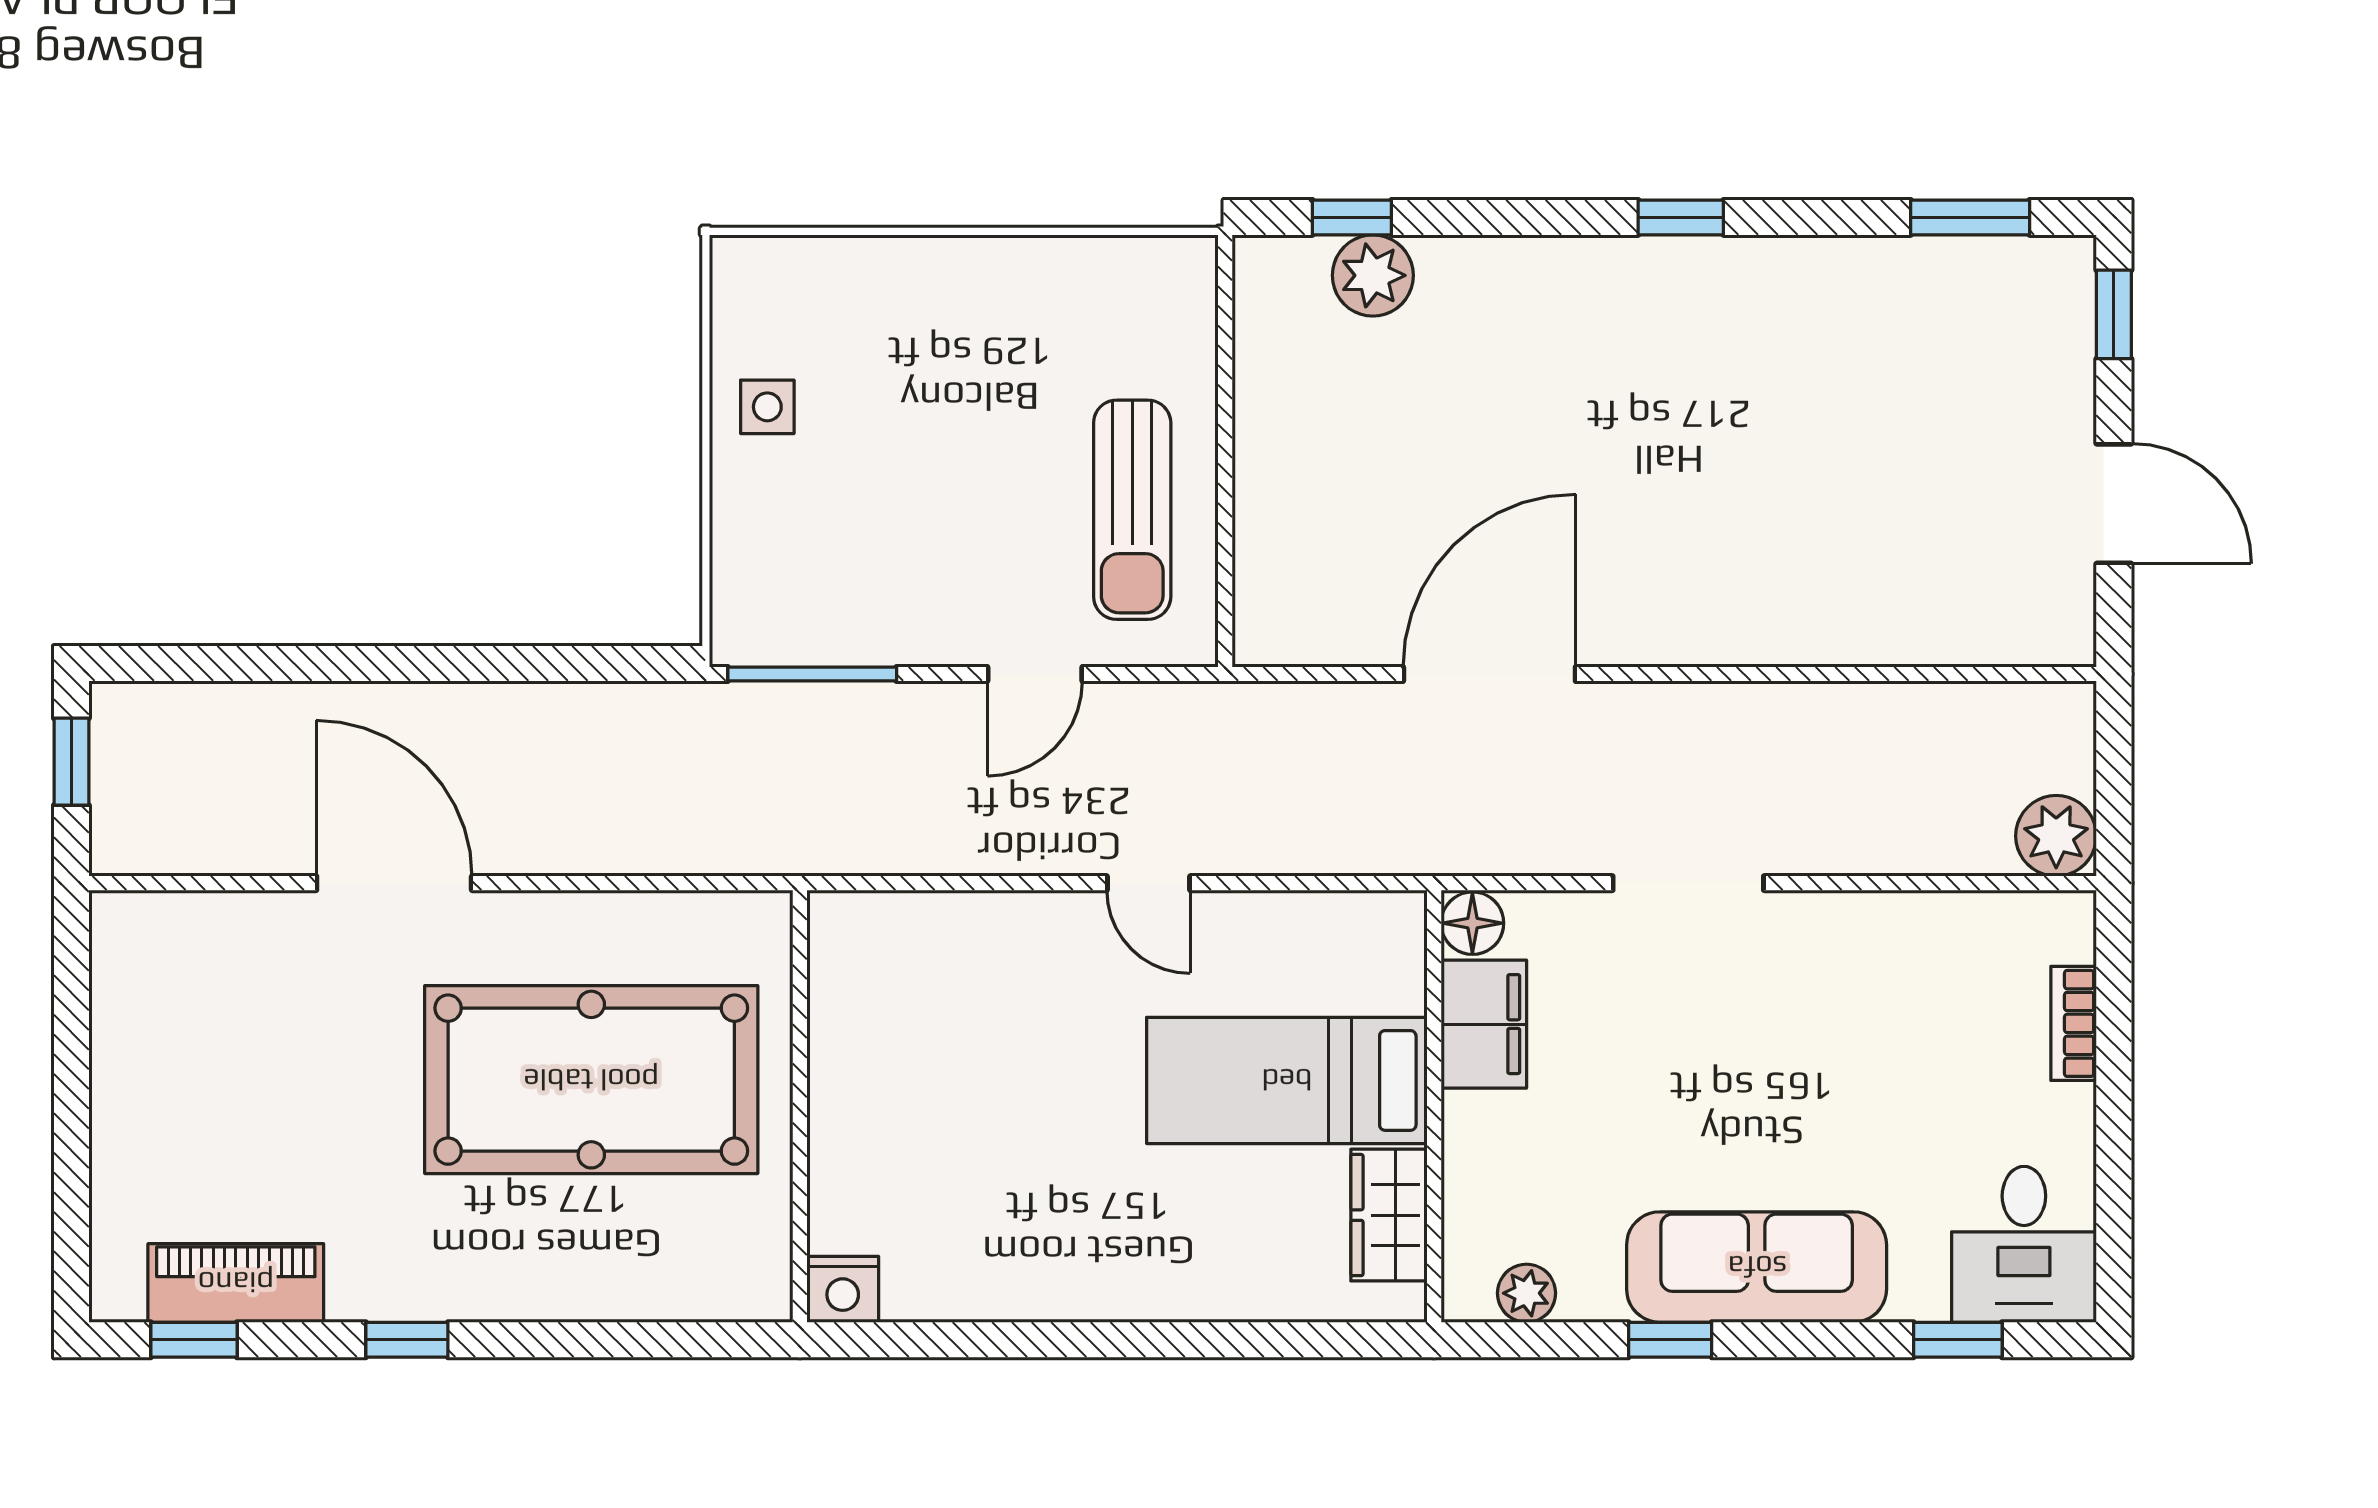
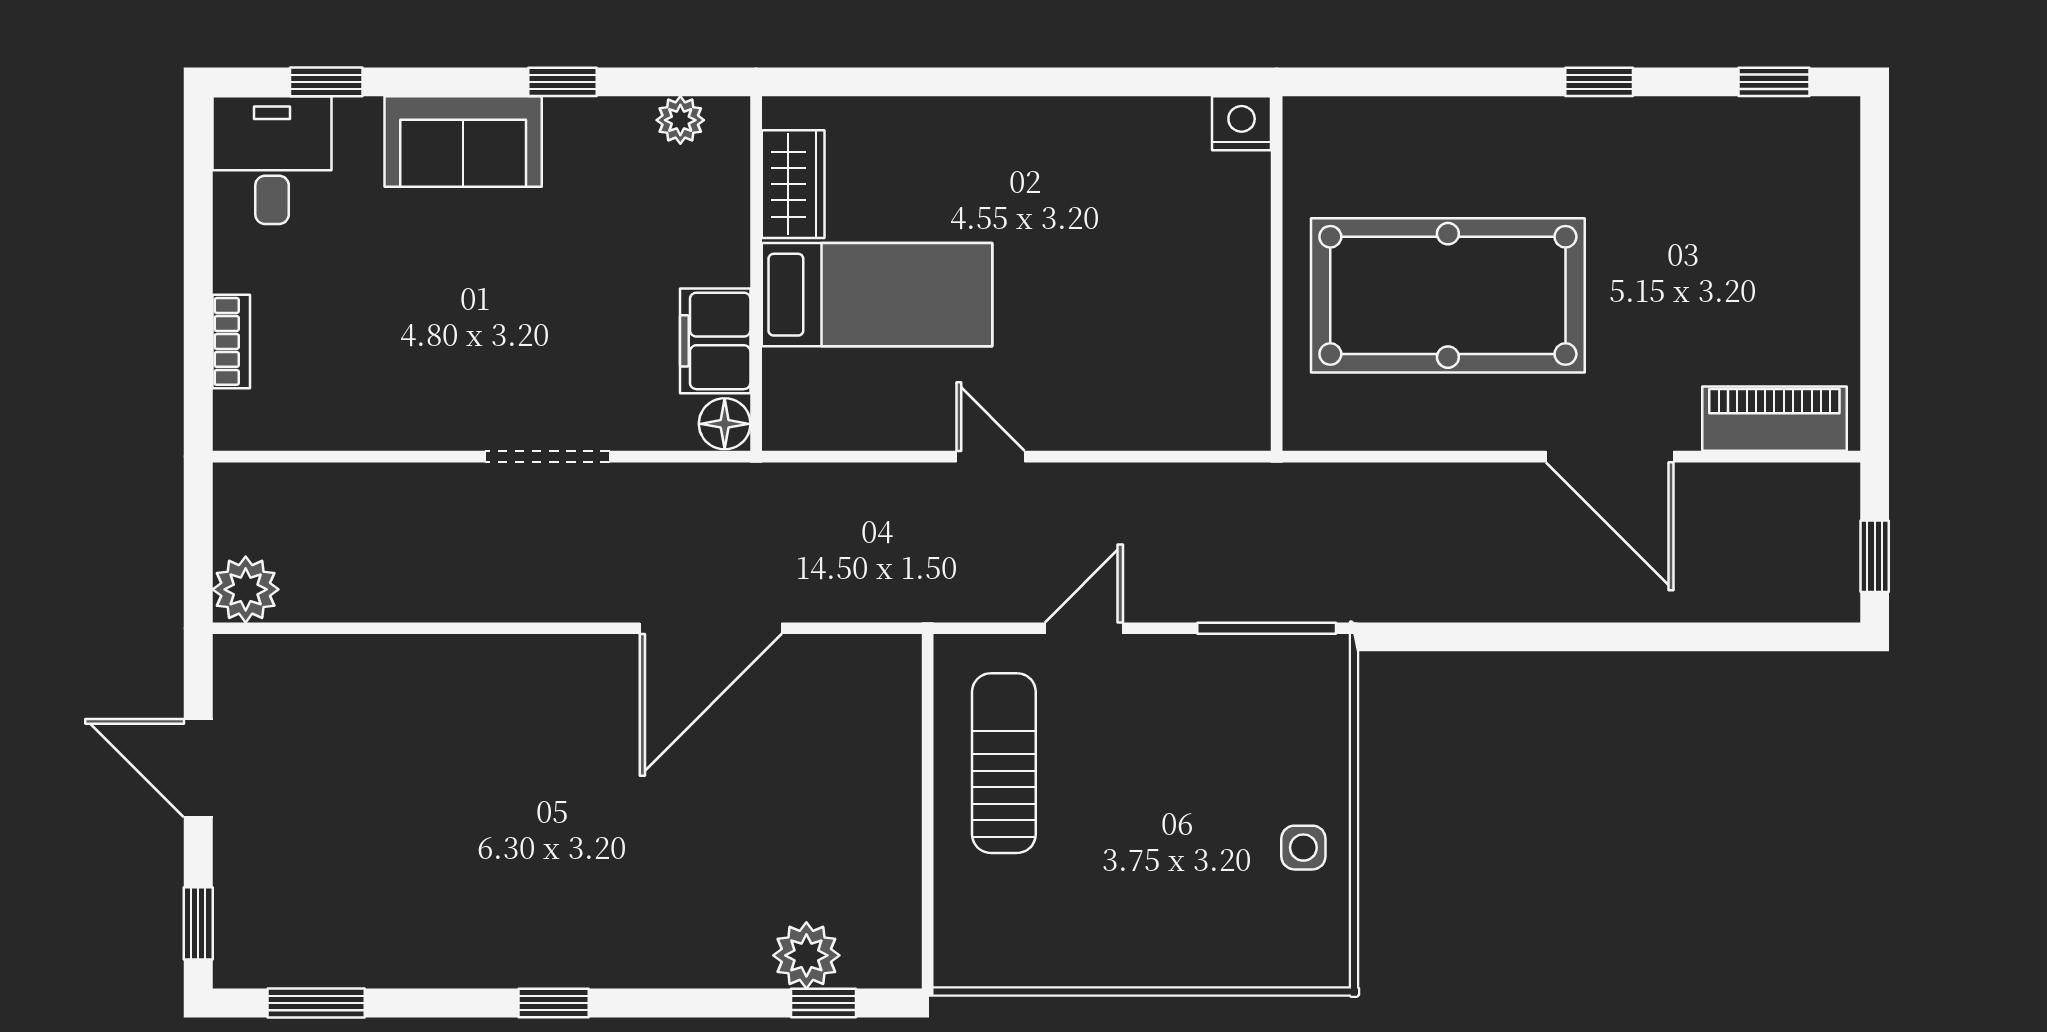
plant: (2056, 836) -> (246, 589), moved
sofa: (1757, 1267) -> (463, 141), width x0.73
piano: (236, 1283) -> (1774, 419), moved, turned 180

